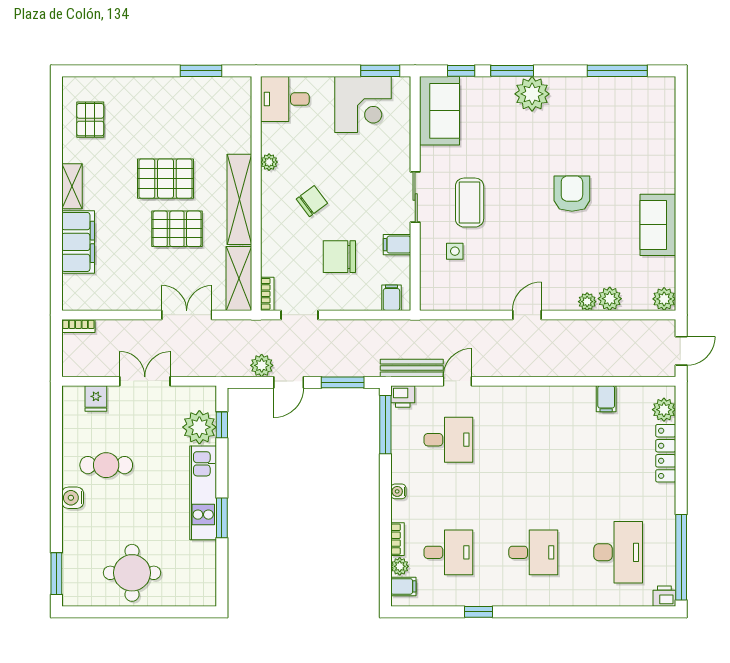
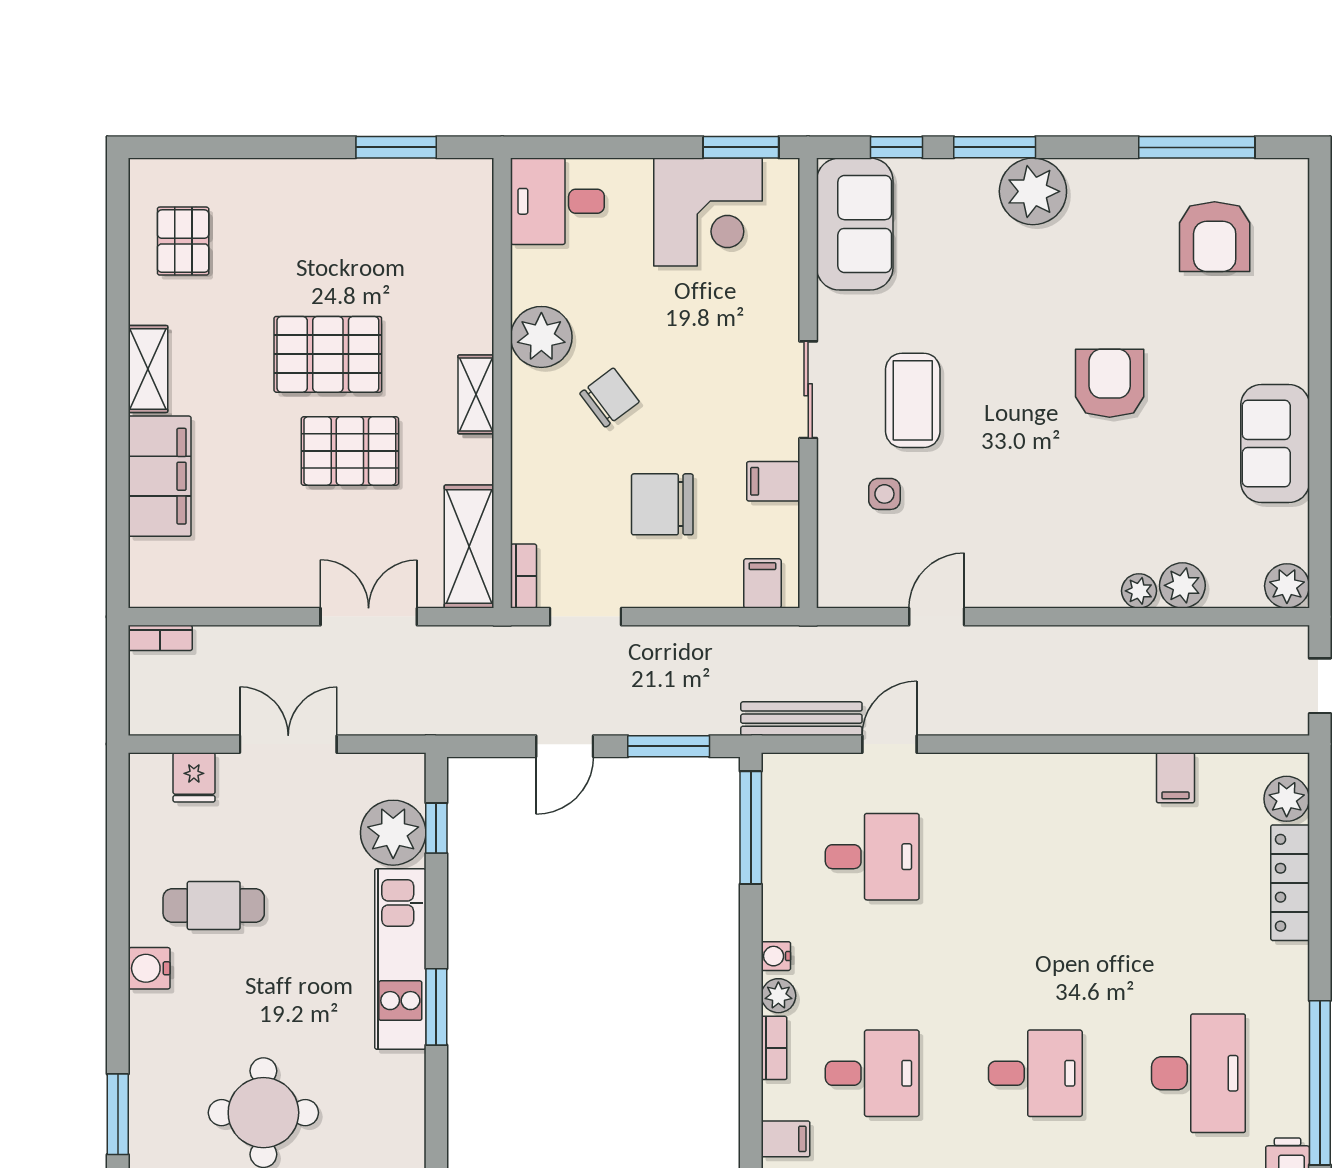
armchair: (627, 117) -> (1215, 237), added
plant: (269, 162) -> (541, 337), width x1.88, depth x1.88
shelving: (239, 199) -> (476, 394), width x0.45, depth x0.75
door: (527, 315) -> (937, 617), moved
plant: (262, 365) -> (513, 714), removed
printer: (403, 396) -> (784, 773), removed
plant: (400, 566) -> (778, 996), moved

